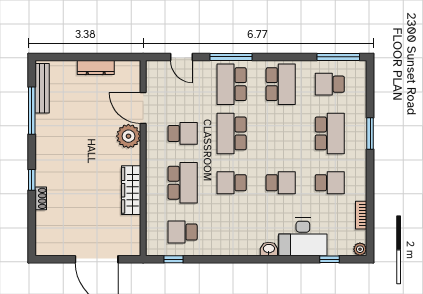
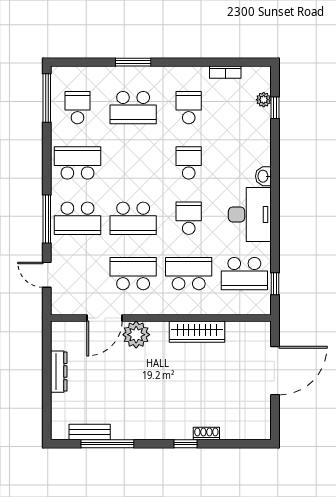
door: (181, 57) -> (47, 275), swing flipped
school desk: (330, 84) -> (77, 108), turned 180
bench: (42, 88) -> (90, 432), width x0.73
school desk: (183, 133) -> (133, 274), width x1.85
school desk: (330, 133) -> (133, 108), turned 180
school desk: (232, 183) -> (189, 218), turned 180
school desk: (183, 232) -> (244, 274), width x1.85
desk: (303, 237) -> (250, 214), moved
plant: (360, 249) -> (264, 100), moved

